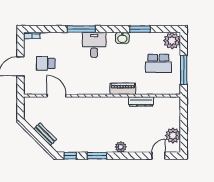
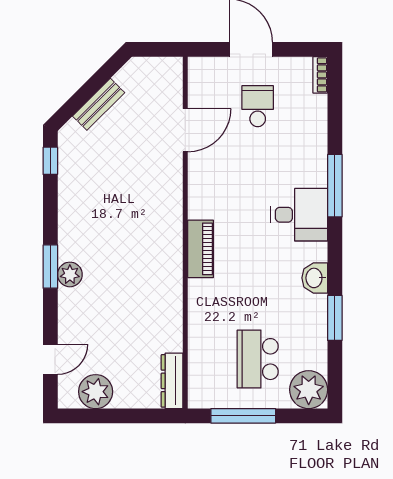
piano: (123, 89) -> (201, 249), moved
dresser: (141, 101) -> (172, 381), moved
window: (97, 156) -> (50, 267), moved
door: (158, 156) -> (50, 359), hinge flipped

